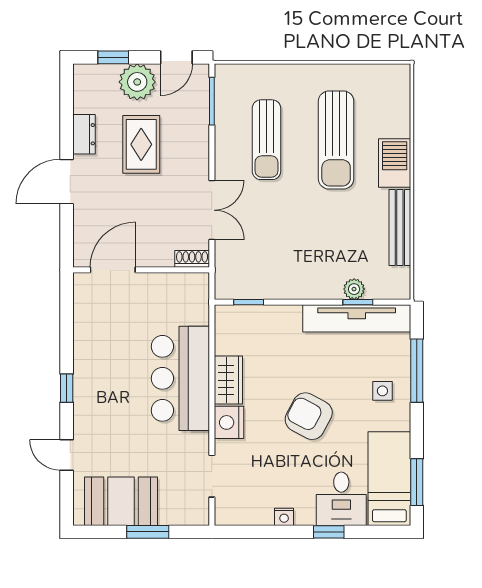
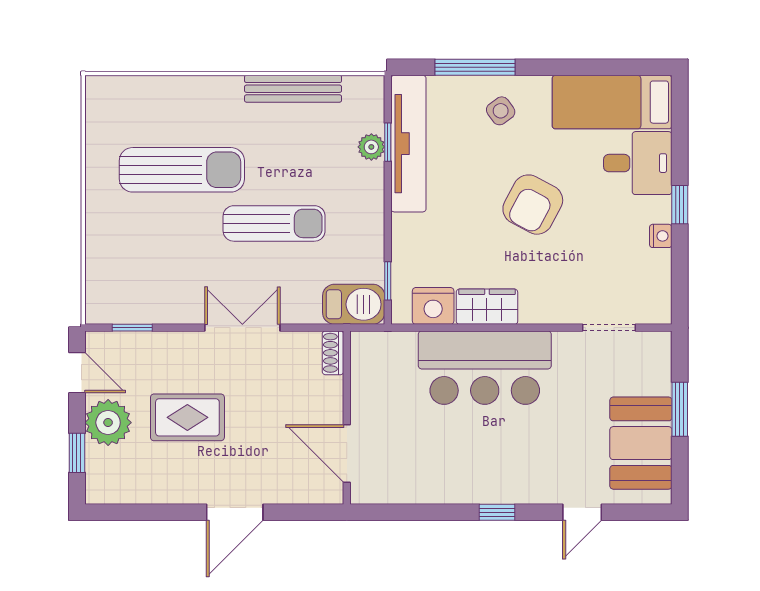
window: (212, 101) -> (132, 328), width x0.67
dresser: (84, 134) -> (174, 490), removed
sun lounger: (266, 140) -> (274, 223), moved
barbecue: (395, 163) -> (354, 304), moved, turned 180
door: (67, 182) -> (235, 512), hinge flipped
double door: (212, 210) -> (242, 328), moved
side table: (382, 391) -> (501, 111), turned -36
nightstand: (229, 422) -> (433, 306), moved
window: (417, 482) -> (617, 67), removed
window: (329, 532) -> (680, 205), moved

